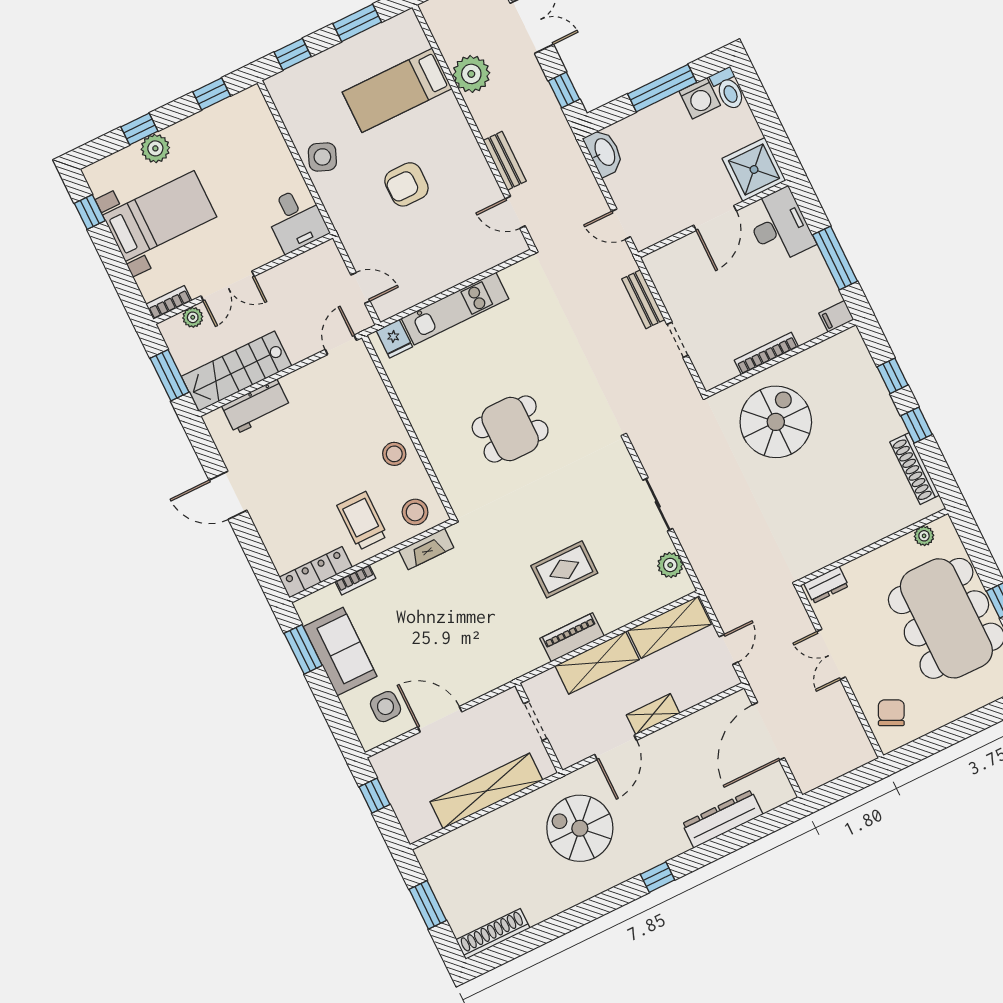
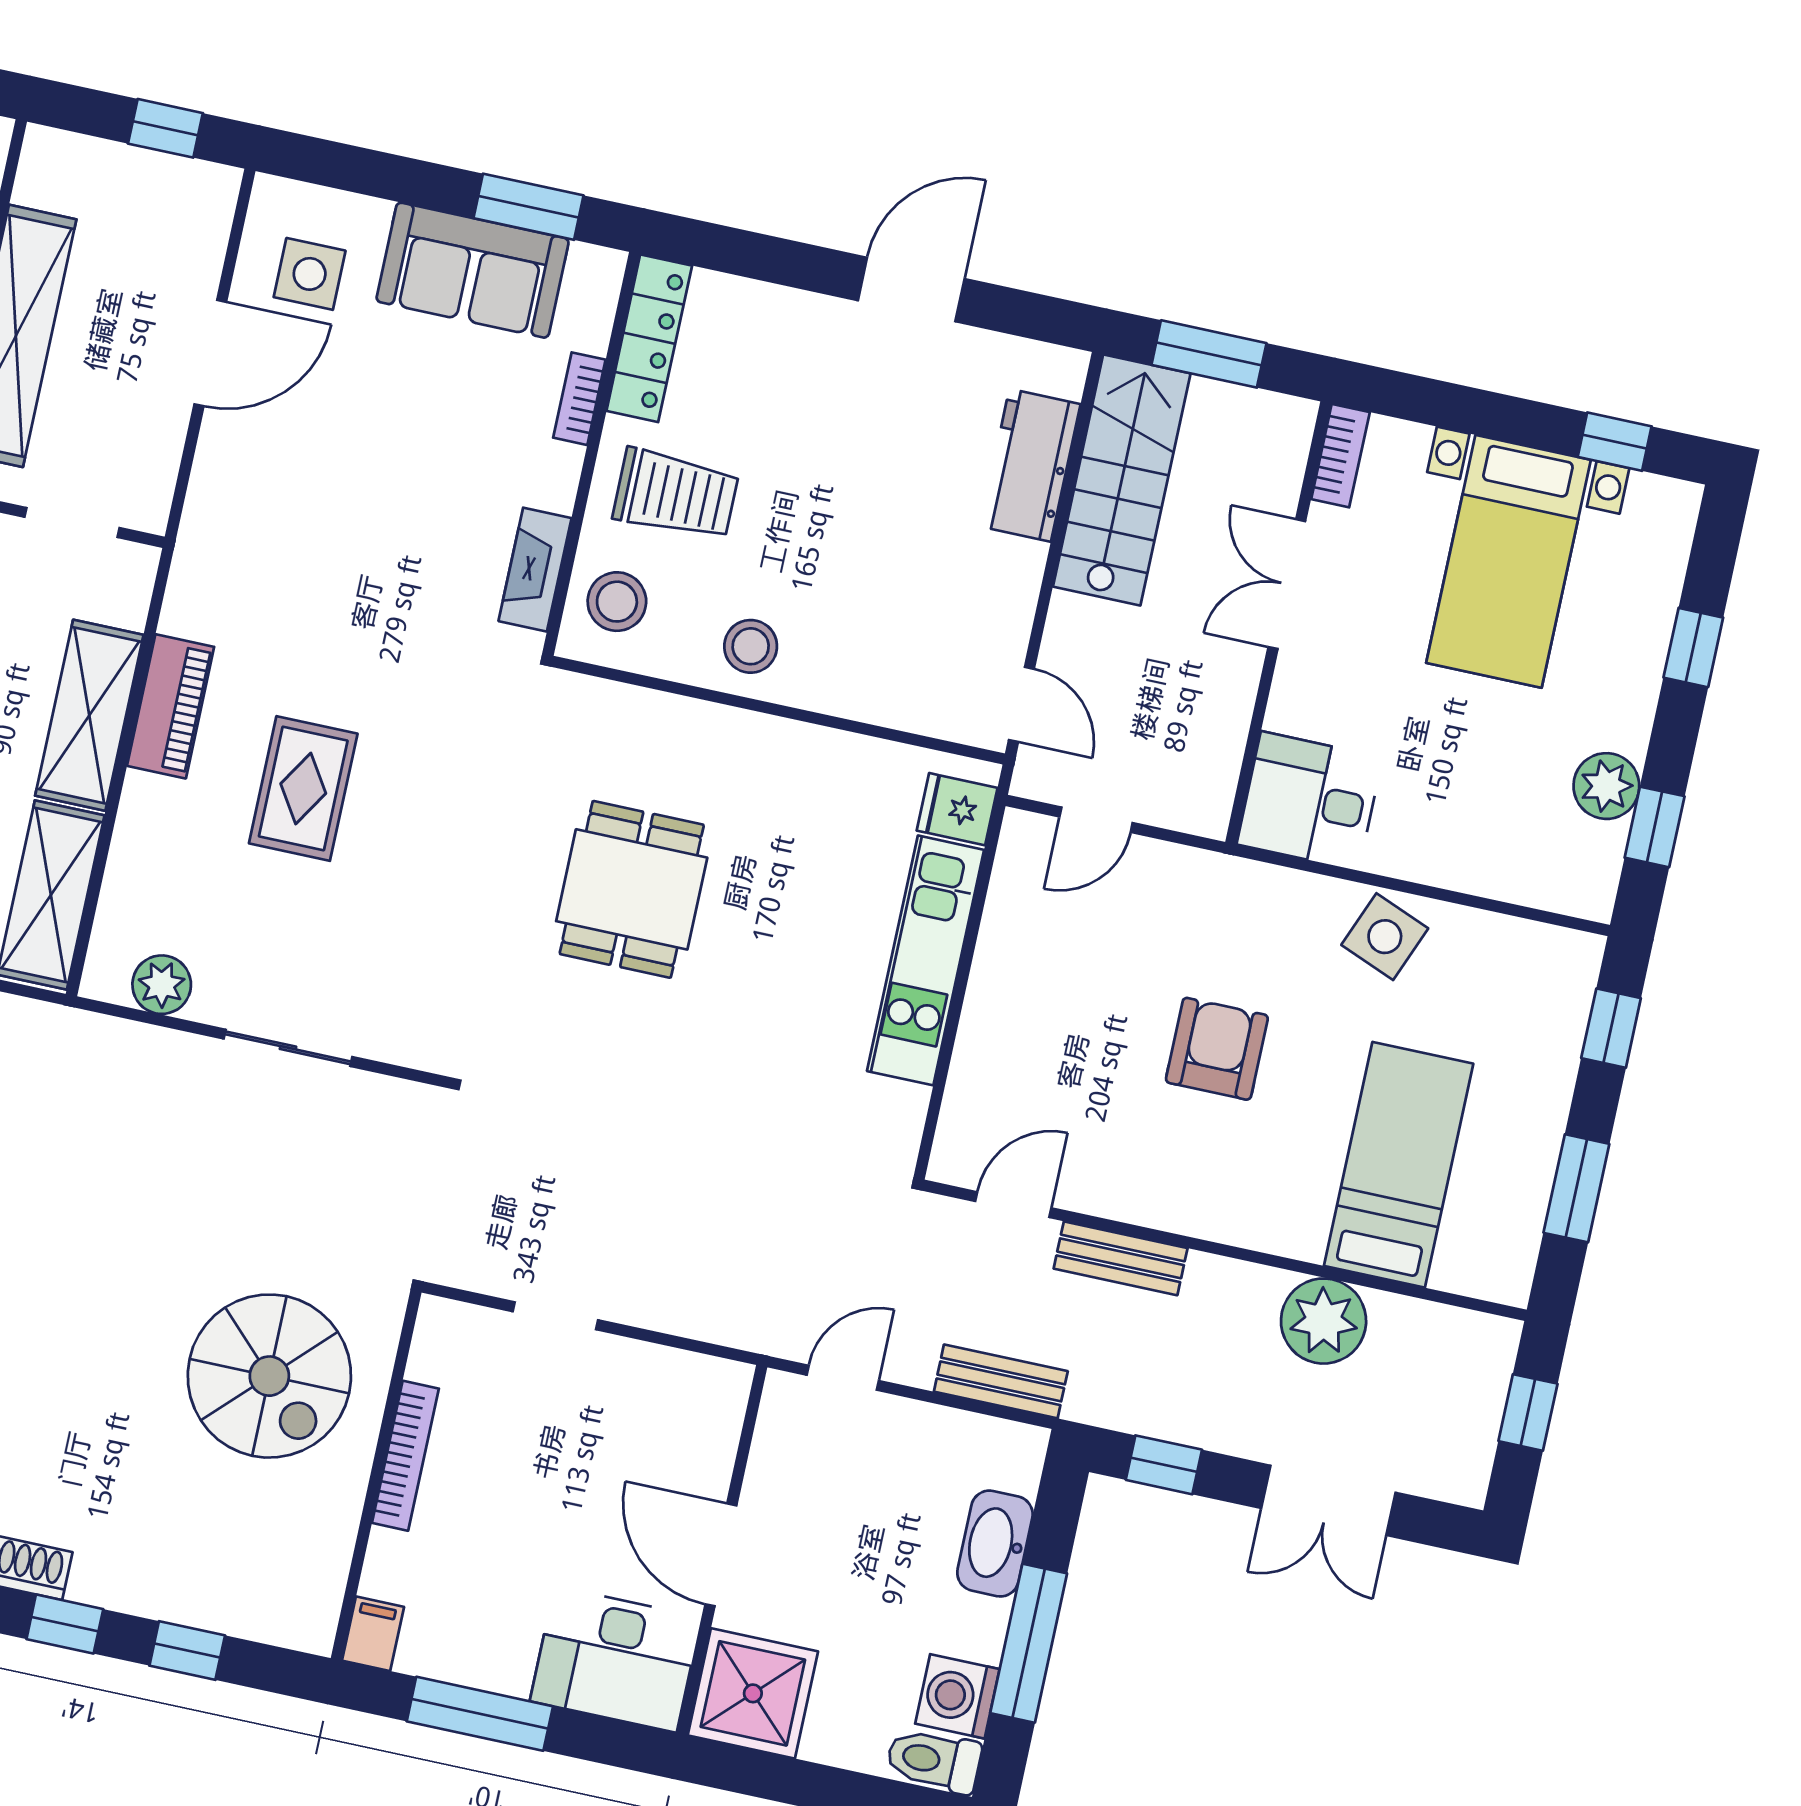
plant: (155, 148) -> (1606, 786), moved
washbasin: (604, 152) -> (995, 1544), moved, turned 90
bench: (643, 299) -> (1001, 1381), moved
plant: (193, 317) -> (1280, 478), removed

